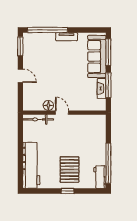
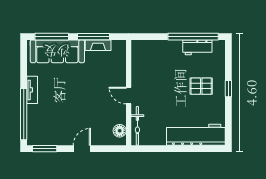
floor lamp: (48, 105) -> (120, 131), moved
door: (62, 113) -> (129, 96), hinge flipped
pallet: (70, 170) -> (201, 86), width x0.67, depth x0.71
workbench: (100, 177) -> (197, 47), moved

